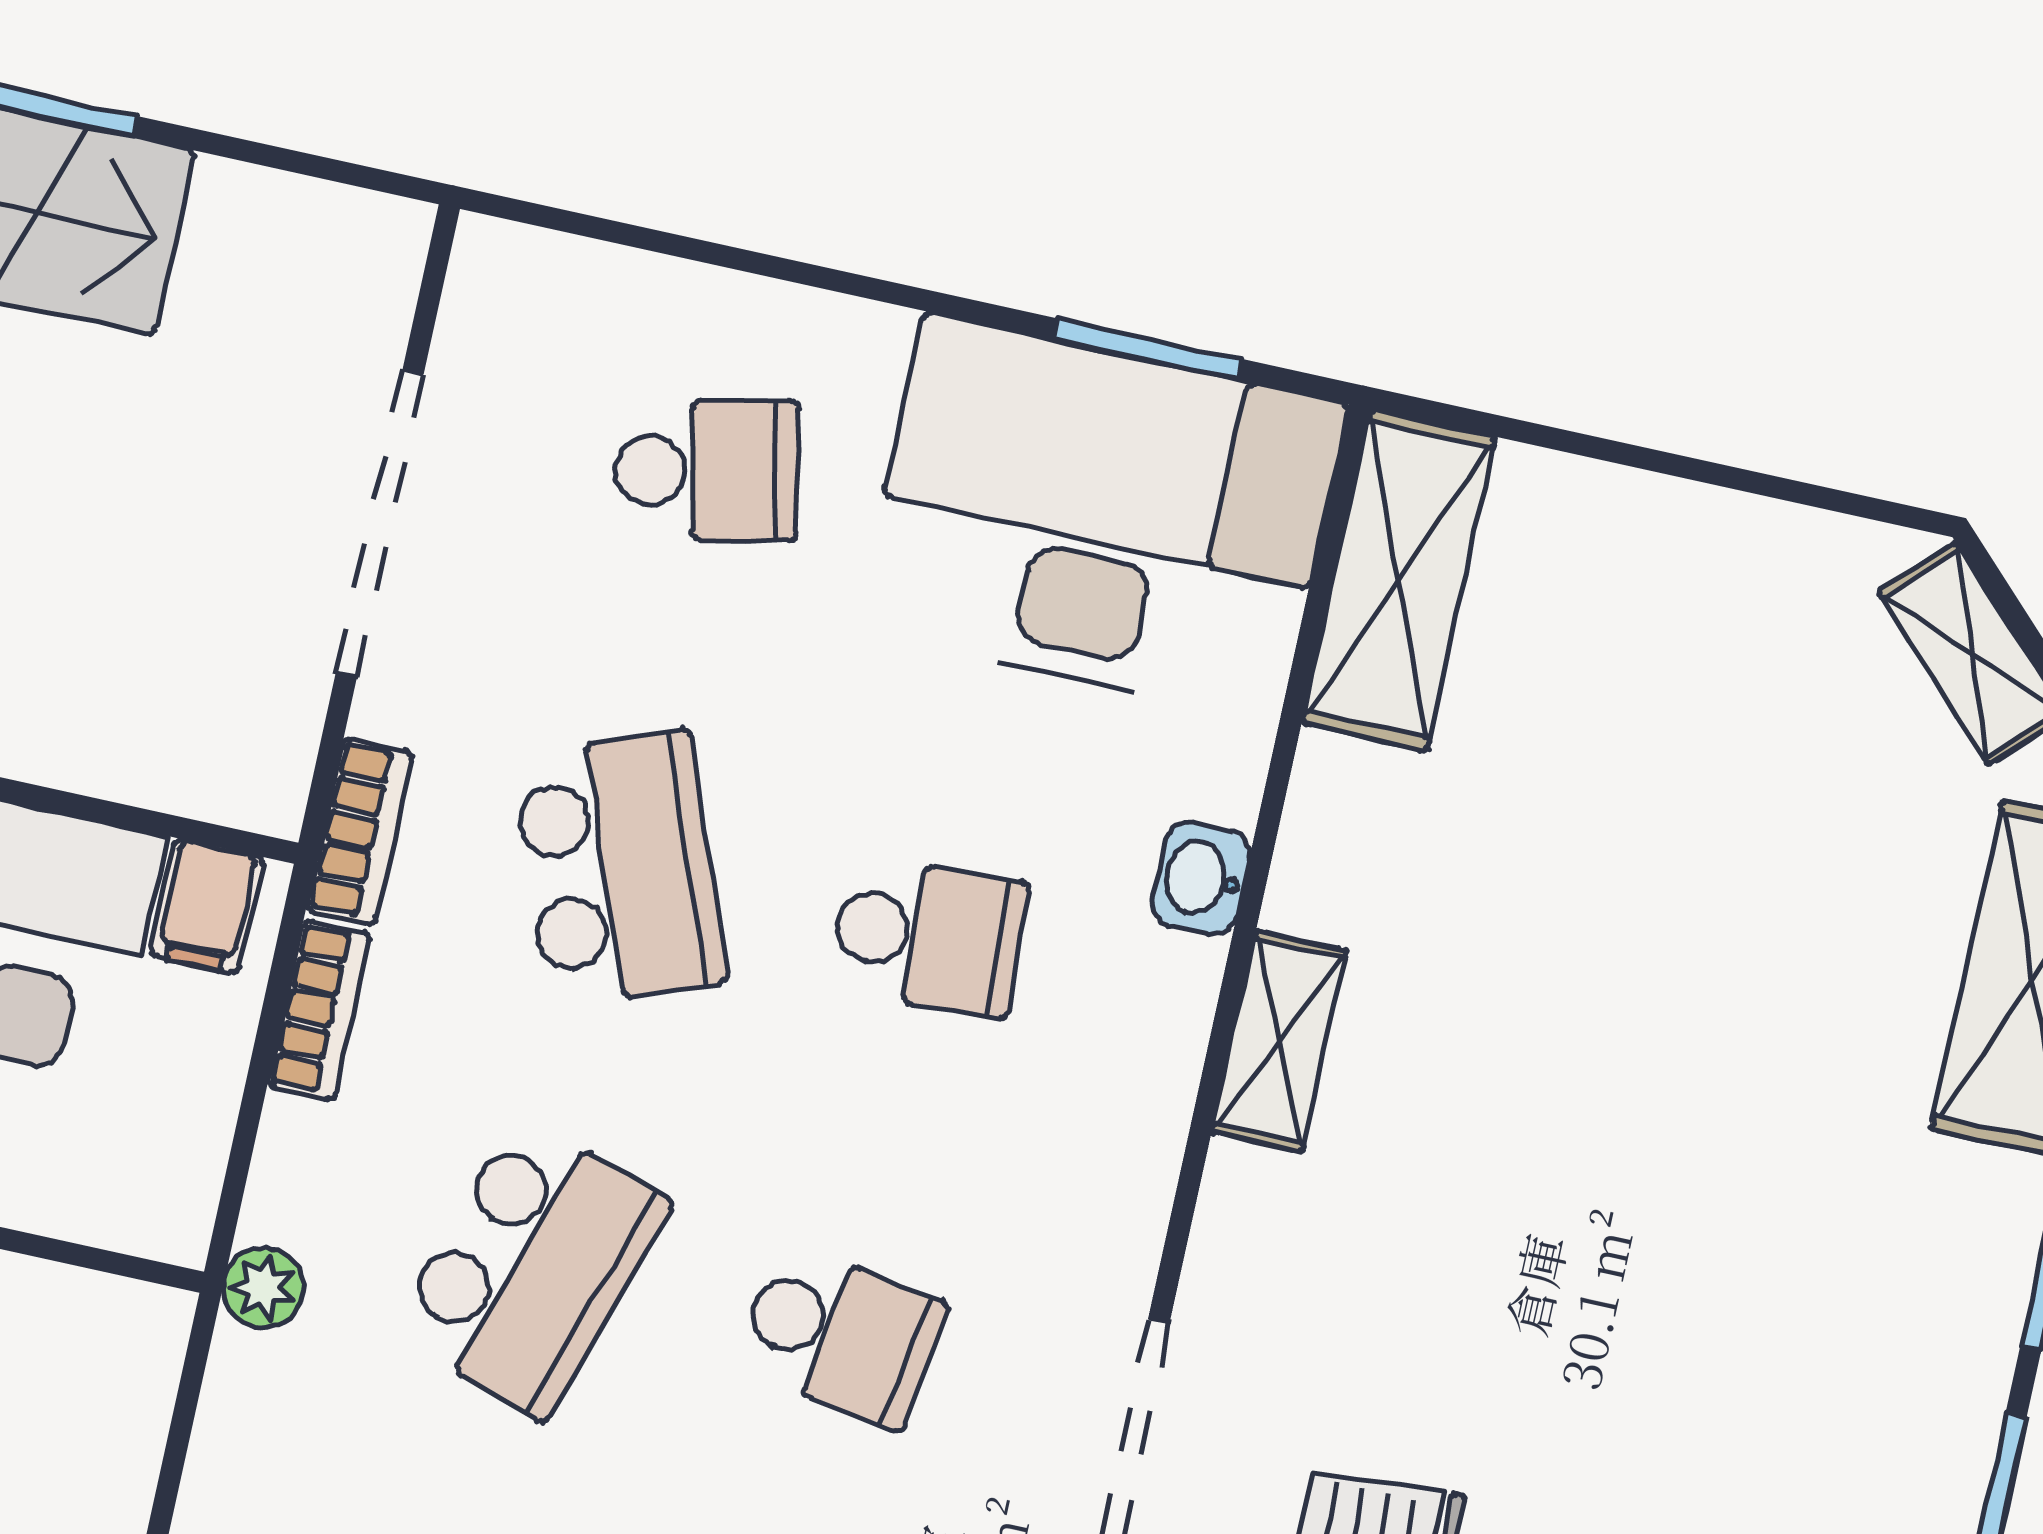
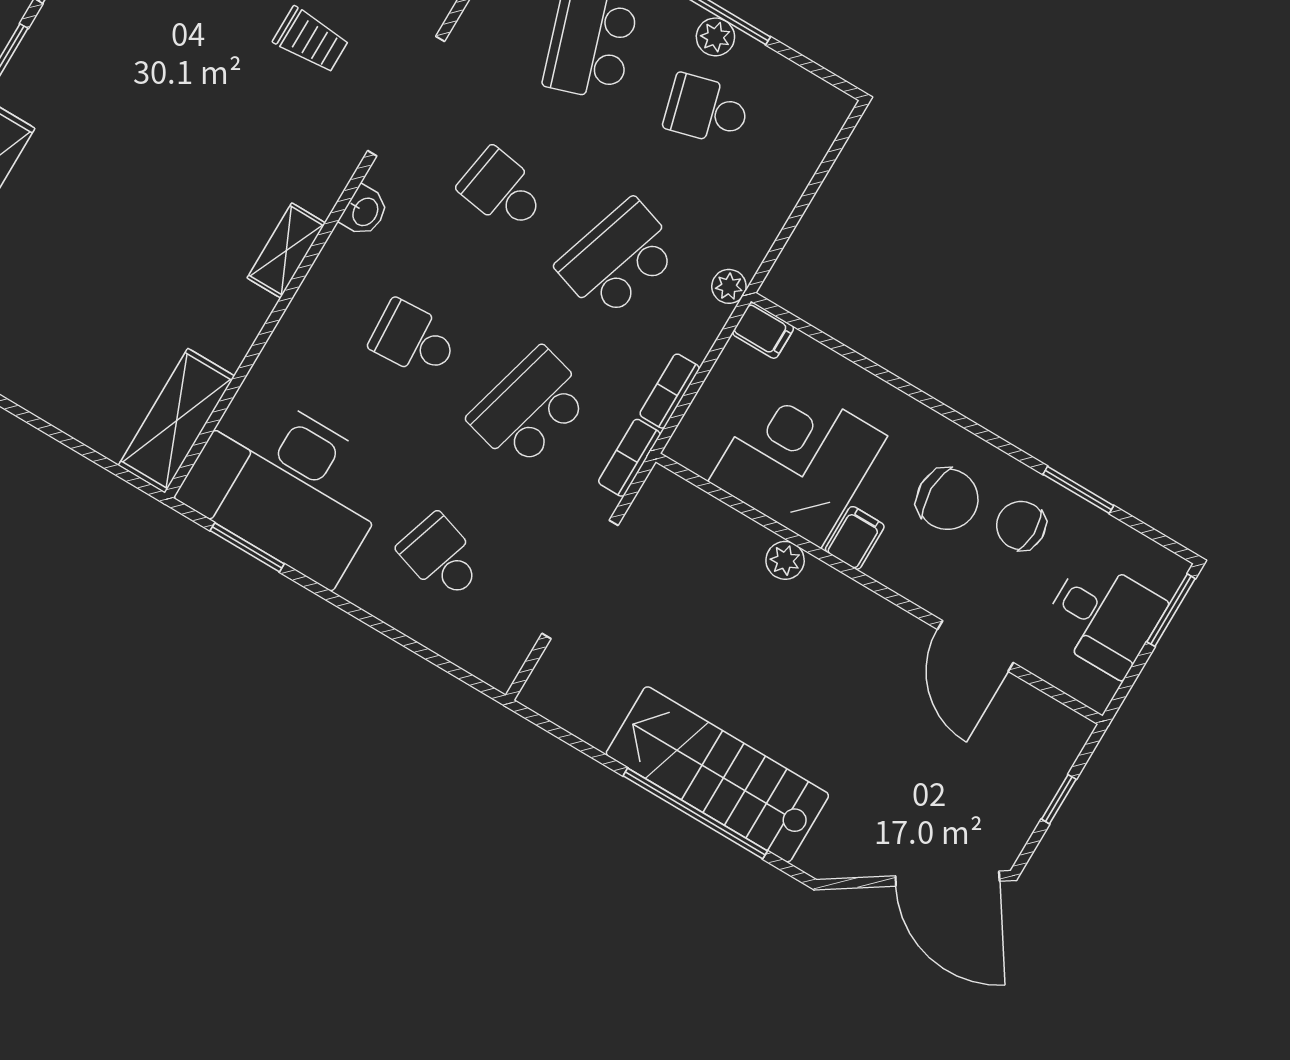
school desk: (707, 470) -> (441, 557), turned 30
school desk: (619, 869) -> (530, 408), turned 36
washbasin: (1201, 878) -> (364, 211), moved
filing cabinet: (207, 906) -> (763, 330), moved, turned 90

